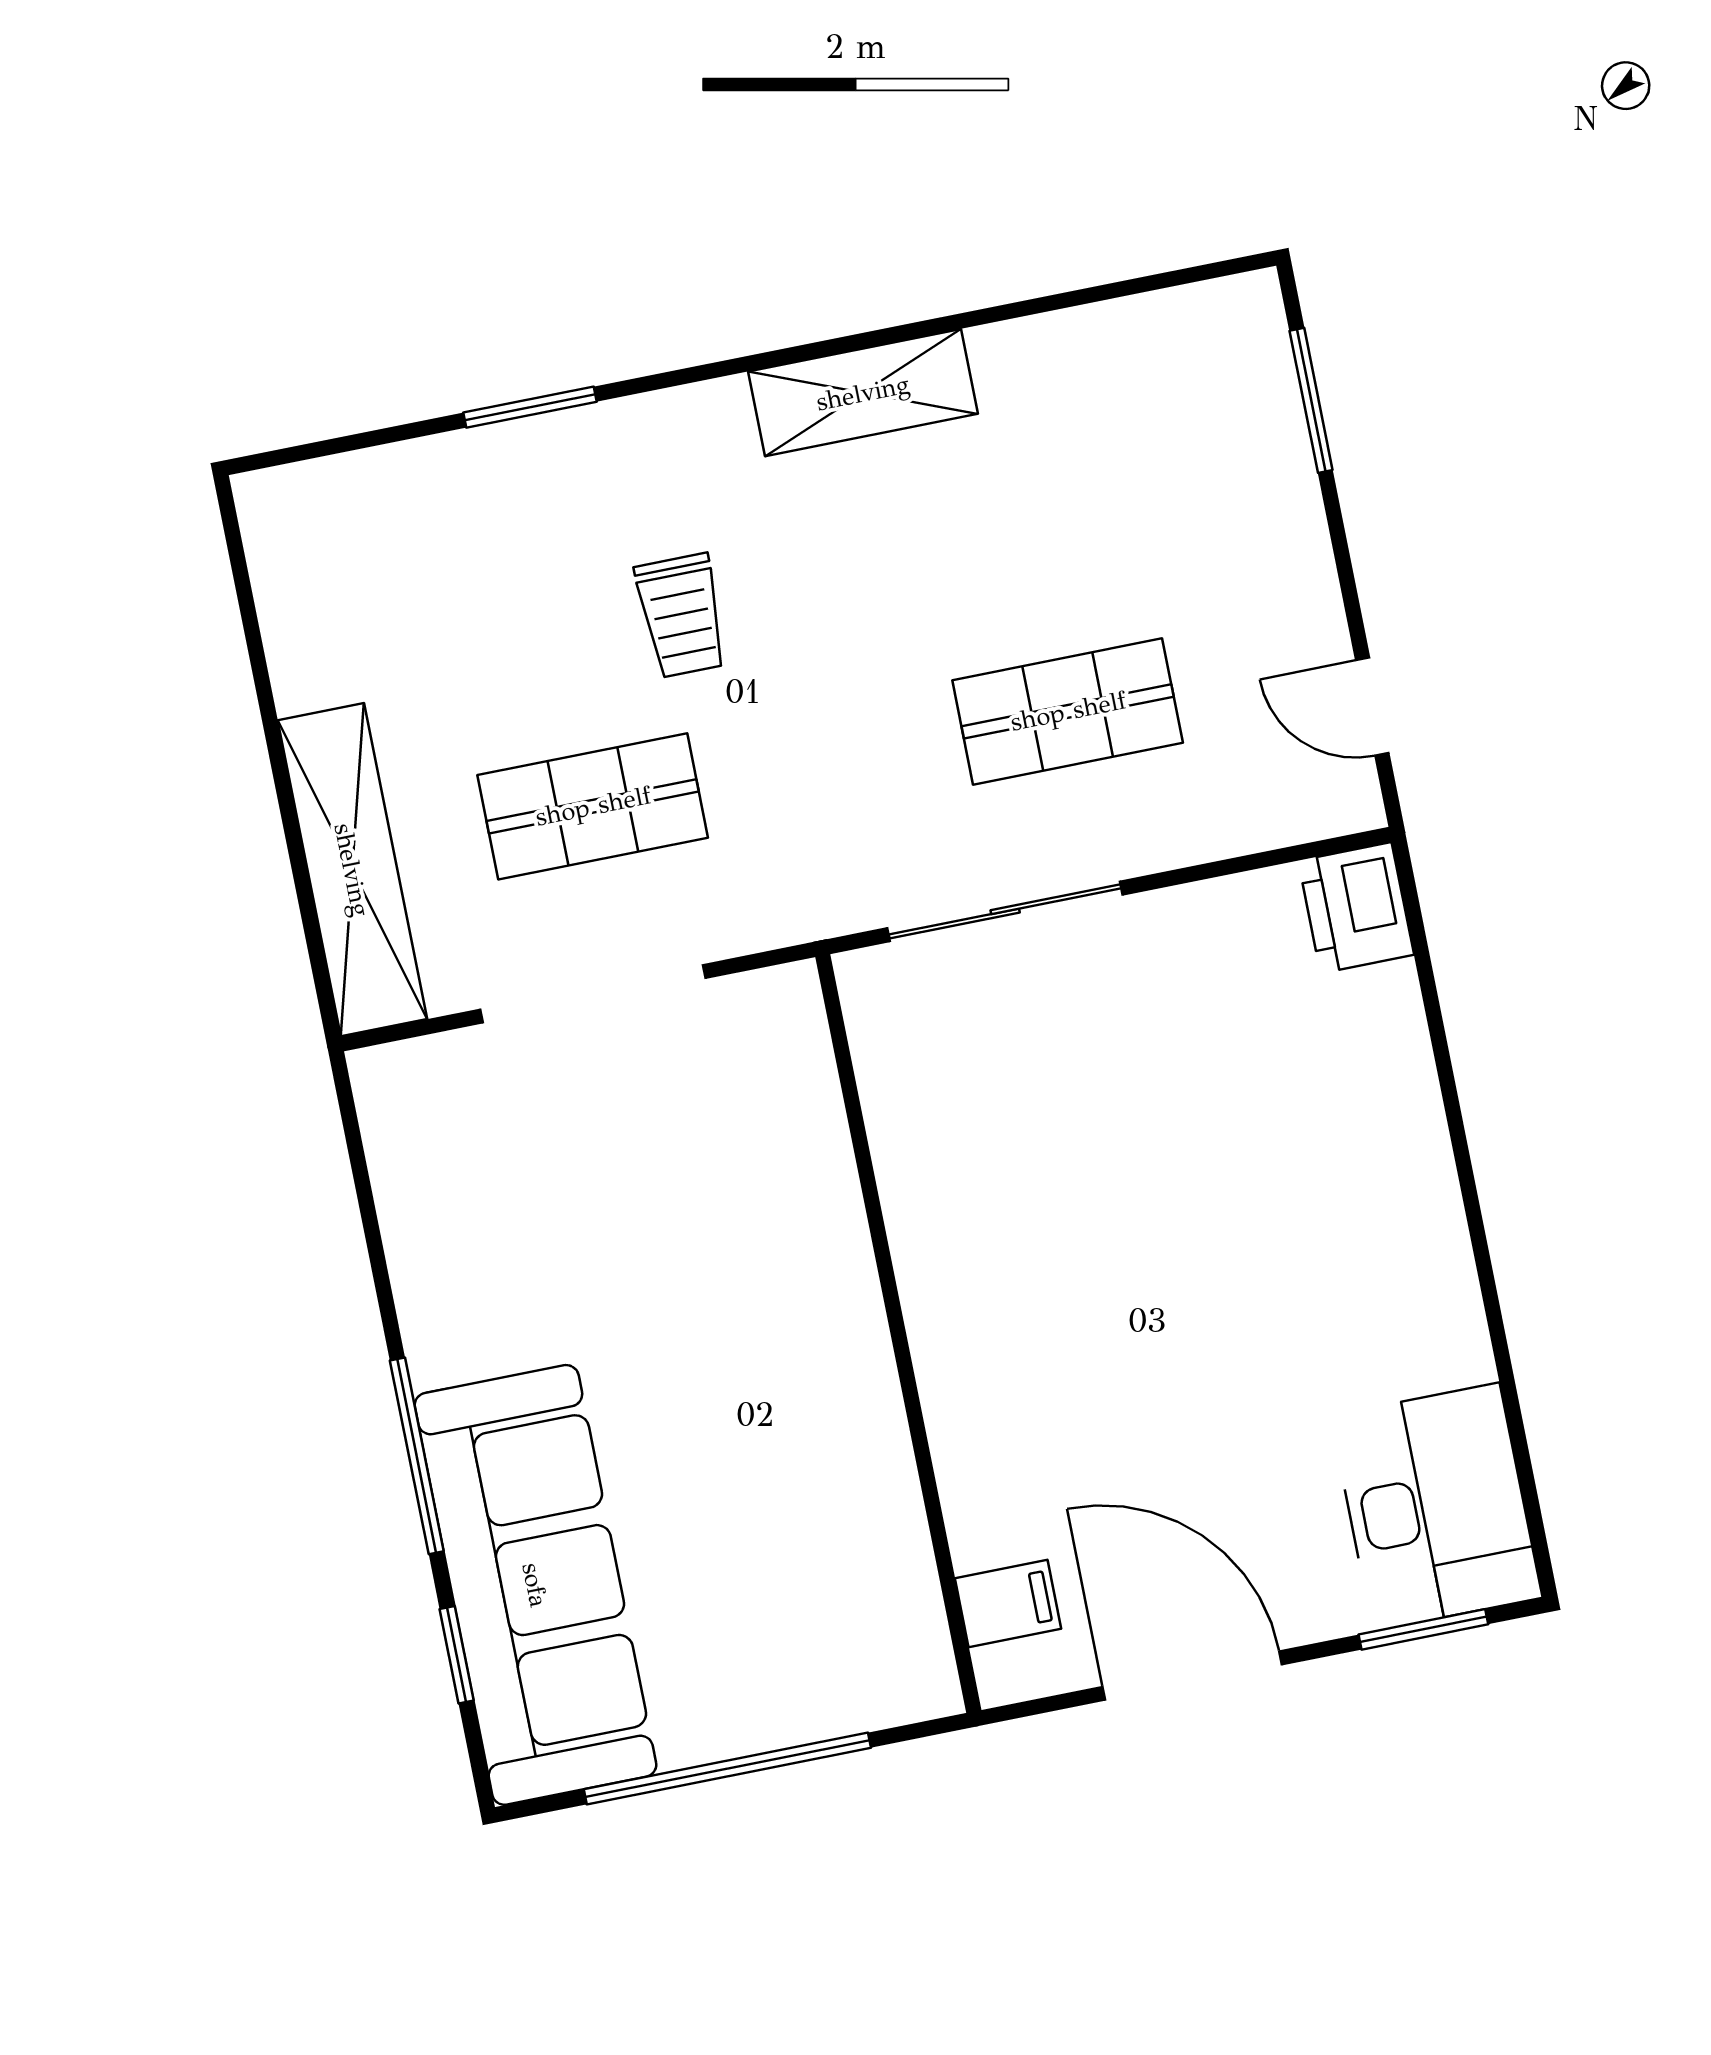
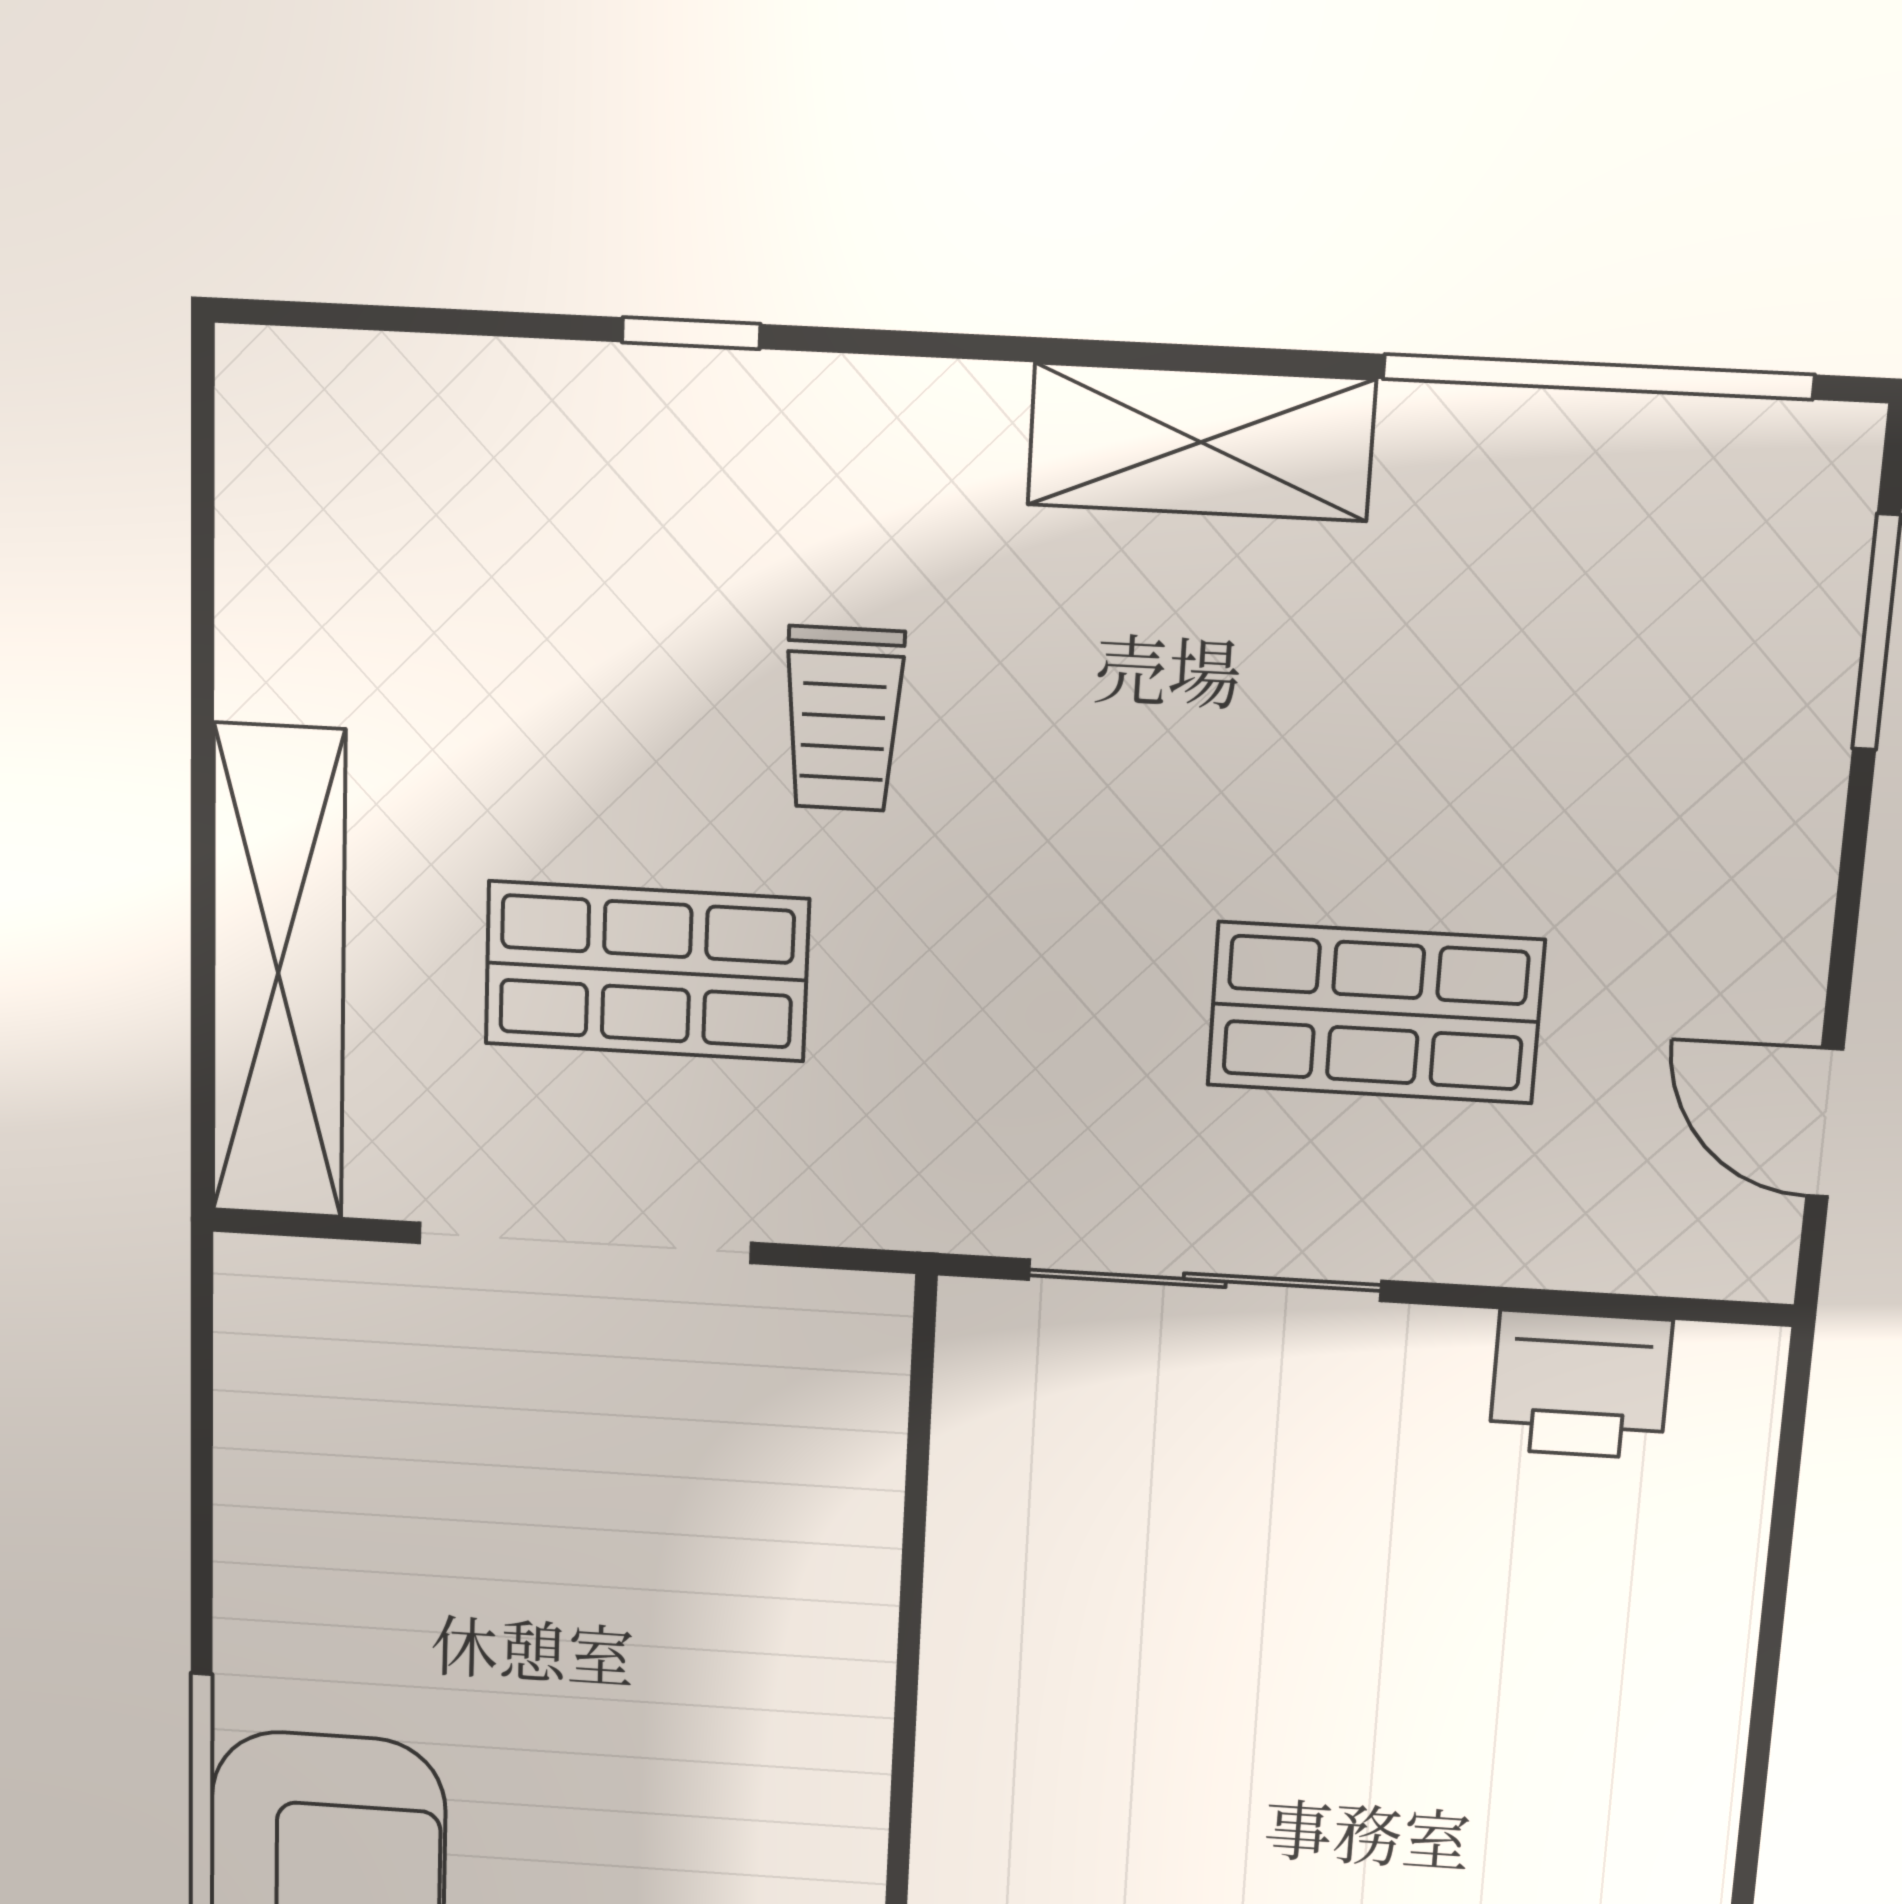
window: (1096, 294) -> (1598, 377), added
window: (530, 407) -> (691, 333), width x0.67
printer: (1356, 908) -> (1580, 1385), moved, turned -90

